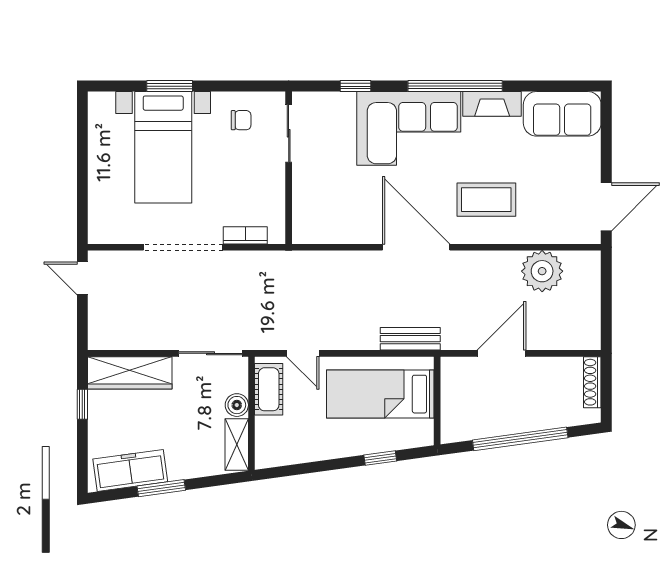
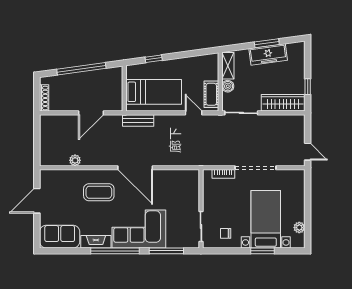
window: (356, 86) -> (166, 251), width x2.17
plant: (98, 131) -> (299, 228), added
door: (606, 207) -> (37, 201), moved
plant: (542, 271) -> (75, 160), width x0.53, depth x0.53
freezer: (130, 470) -> (268, 54), moved

